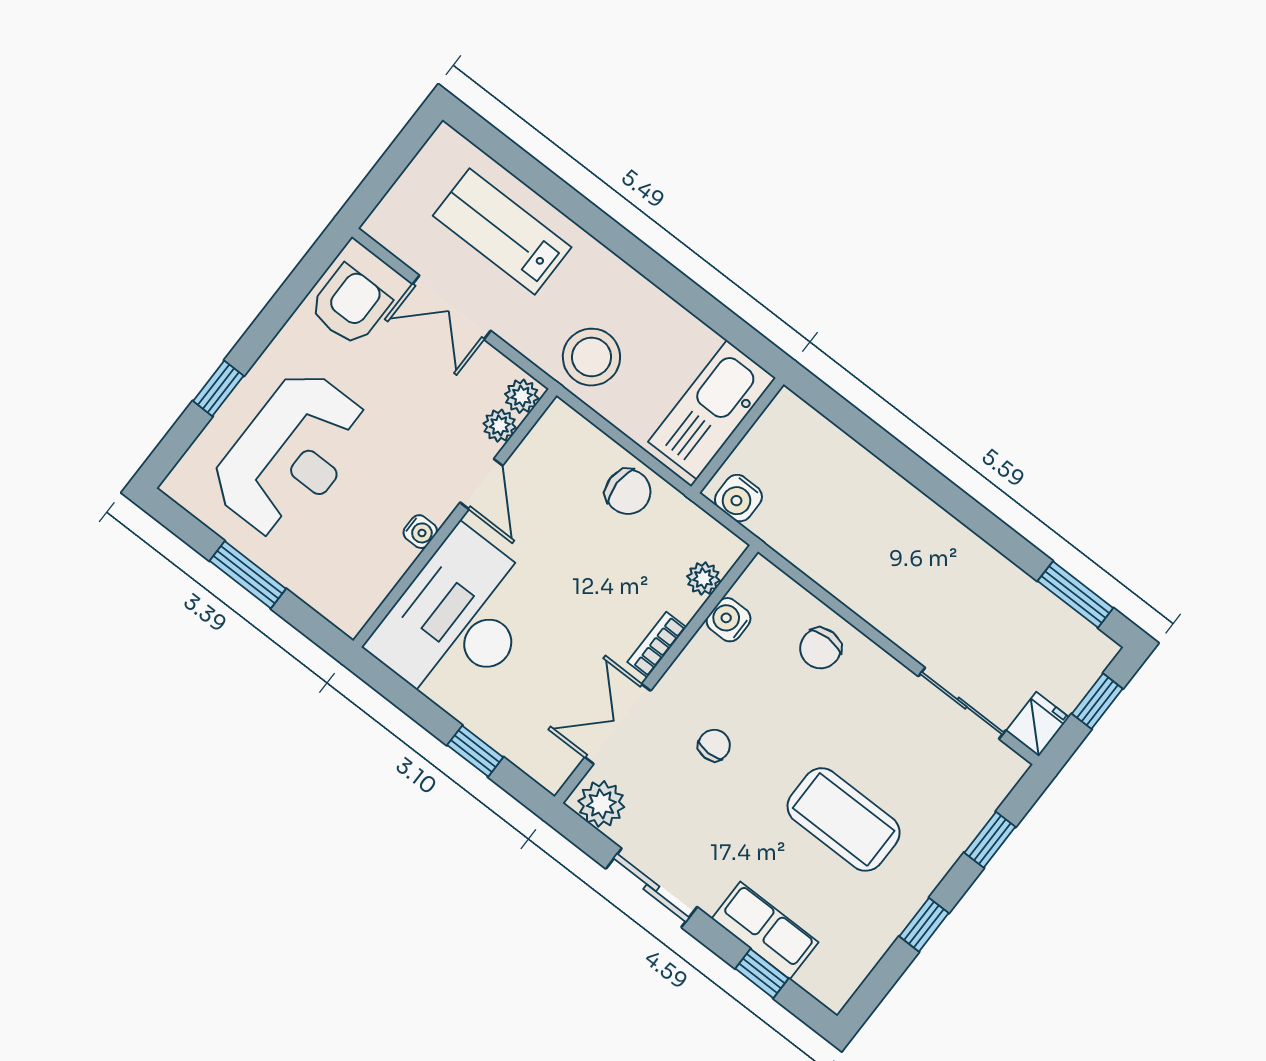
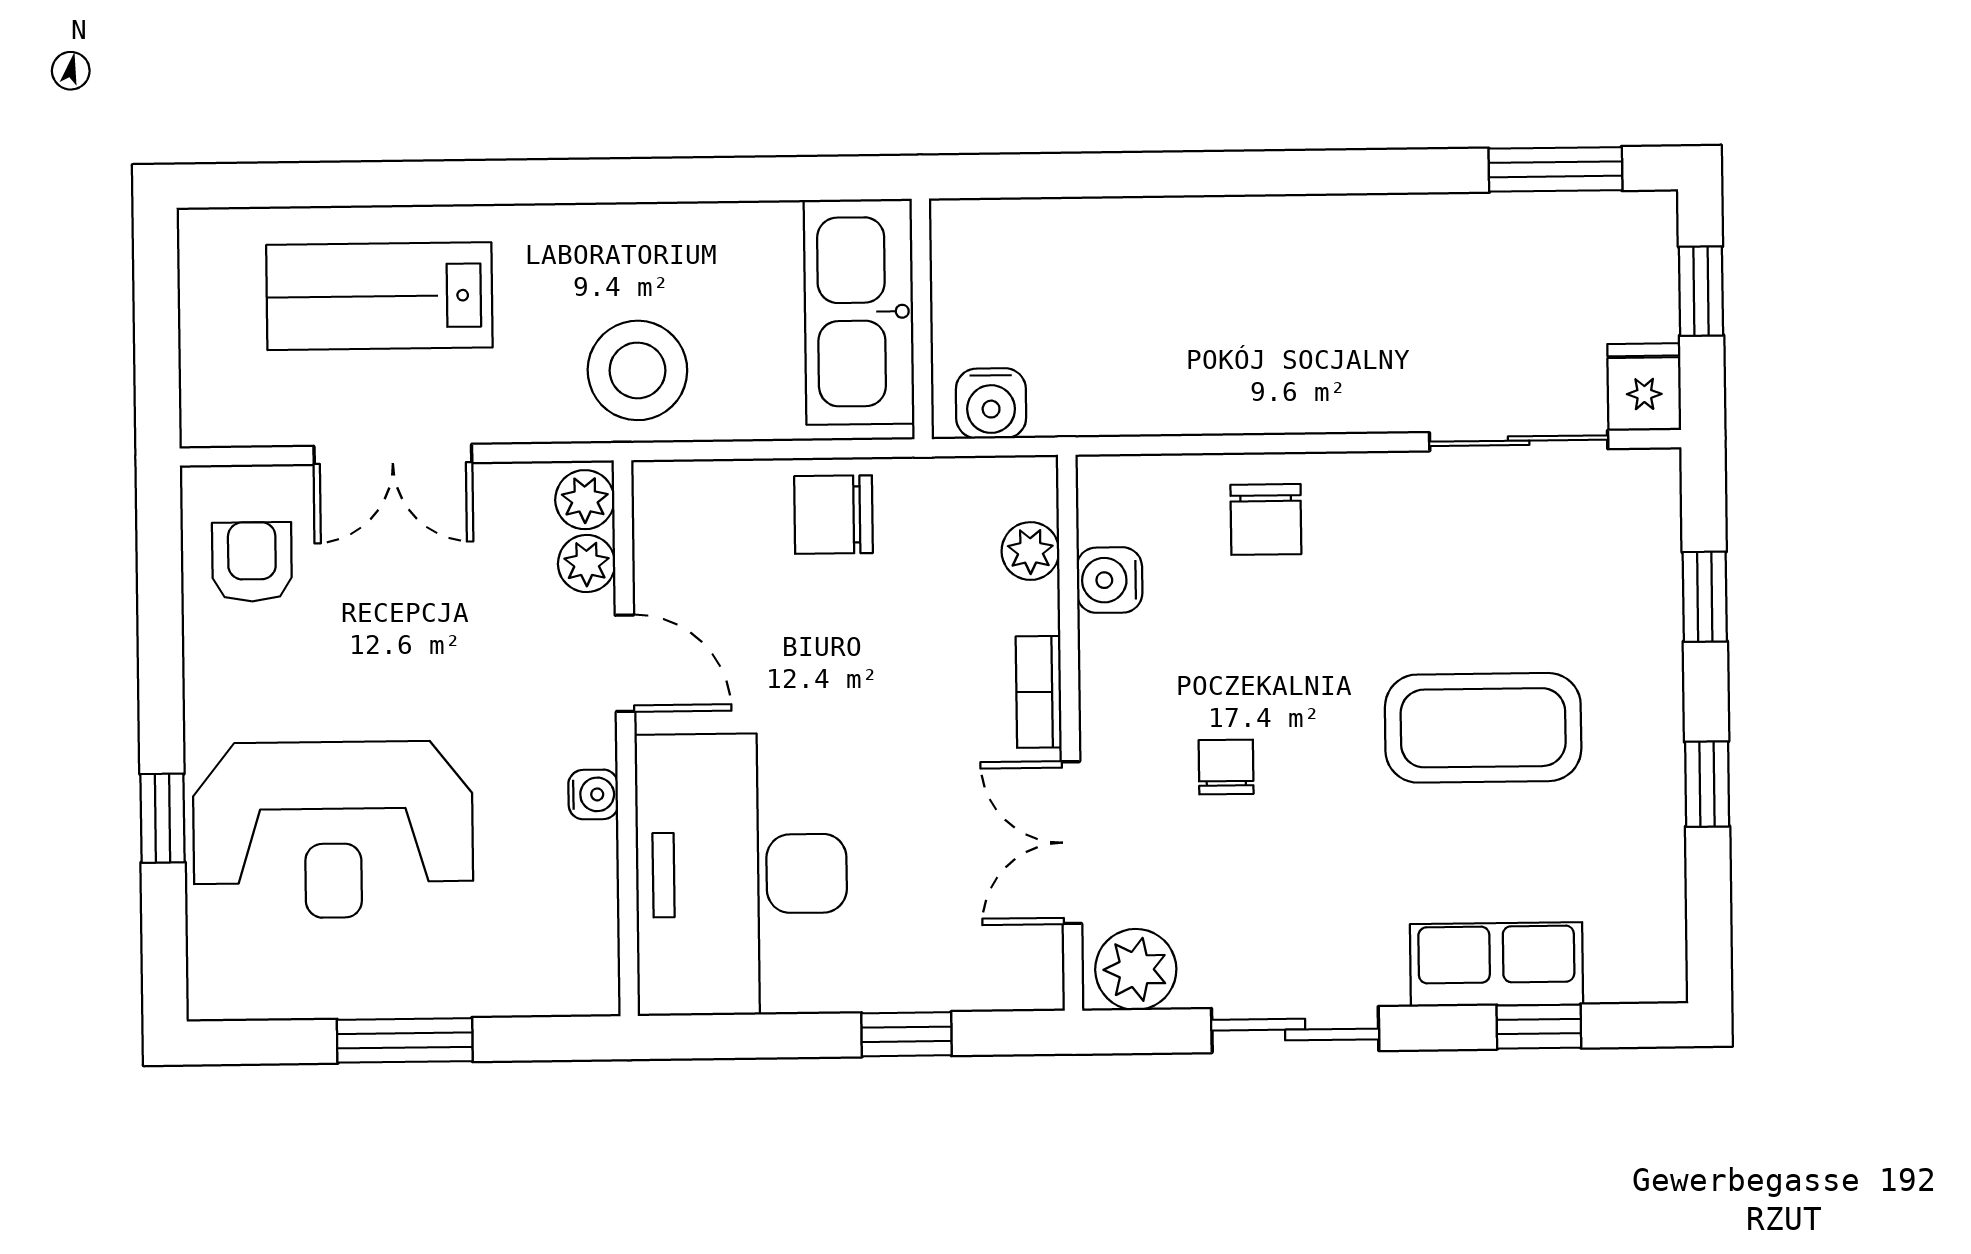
armchair: (350, 305) -> (252, 562), width x0.72, depth x0.72
reception desk: (291, 455) -> (333, 830), turned 90
chair: (628, 492) -> (833, 515), turned 180

